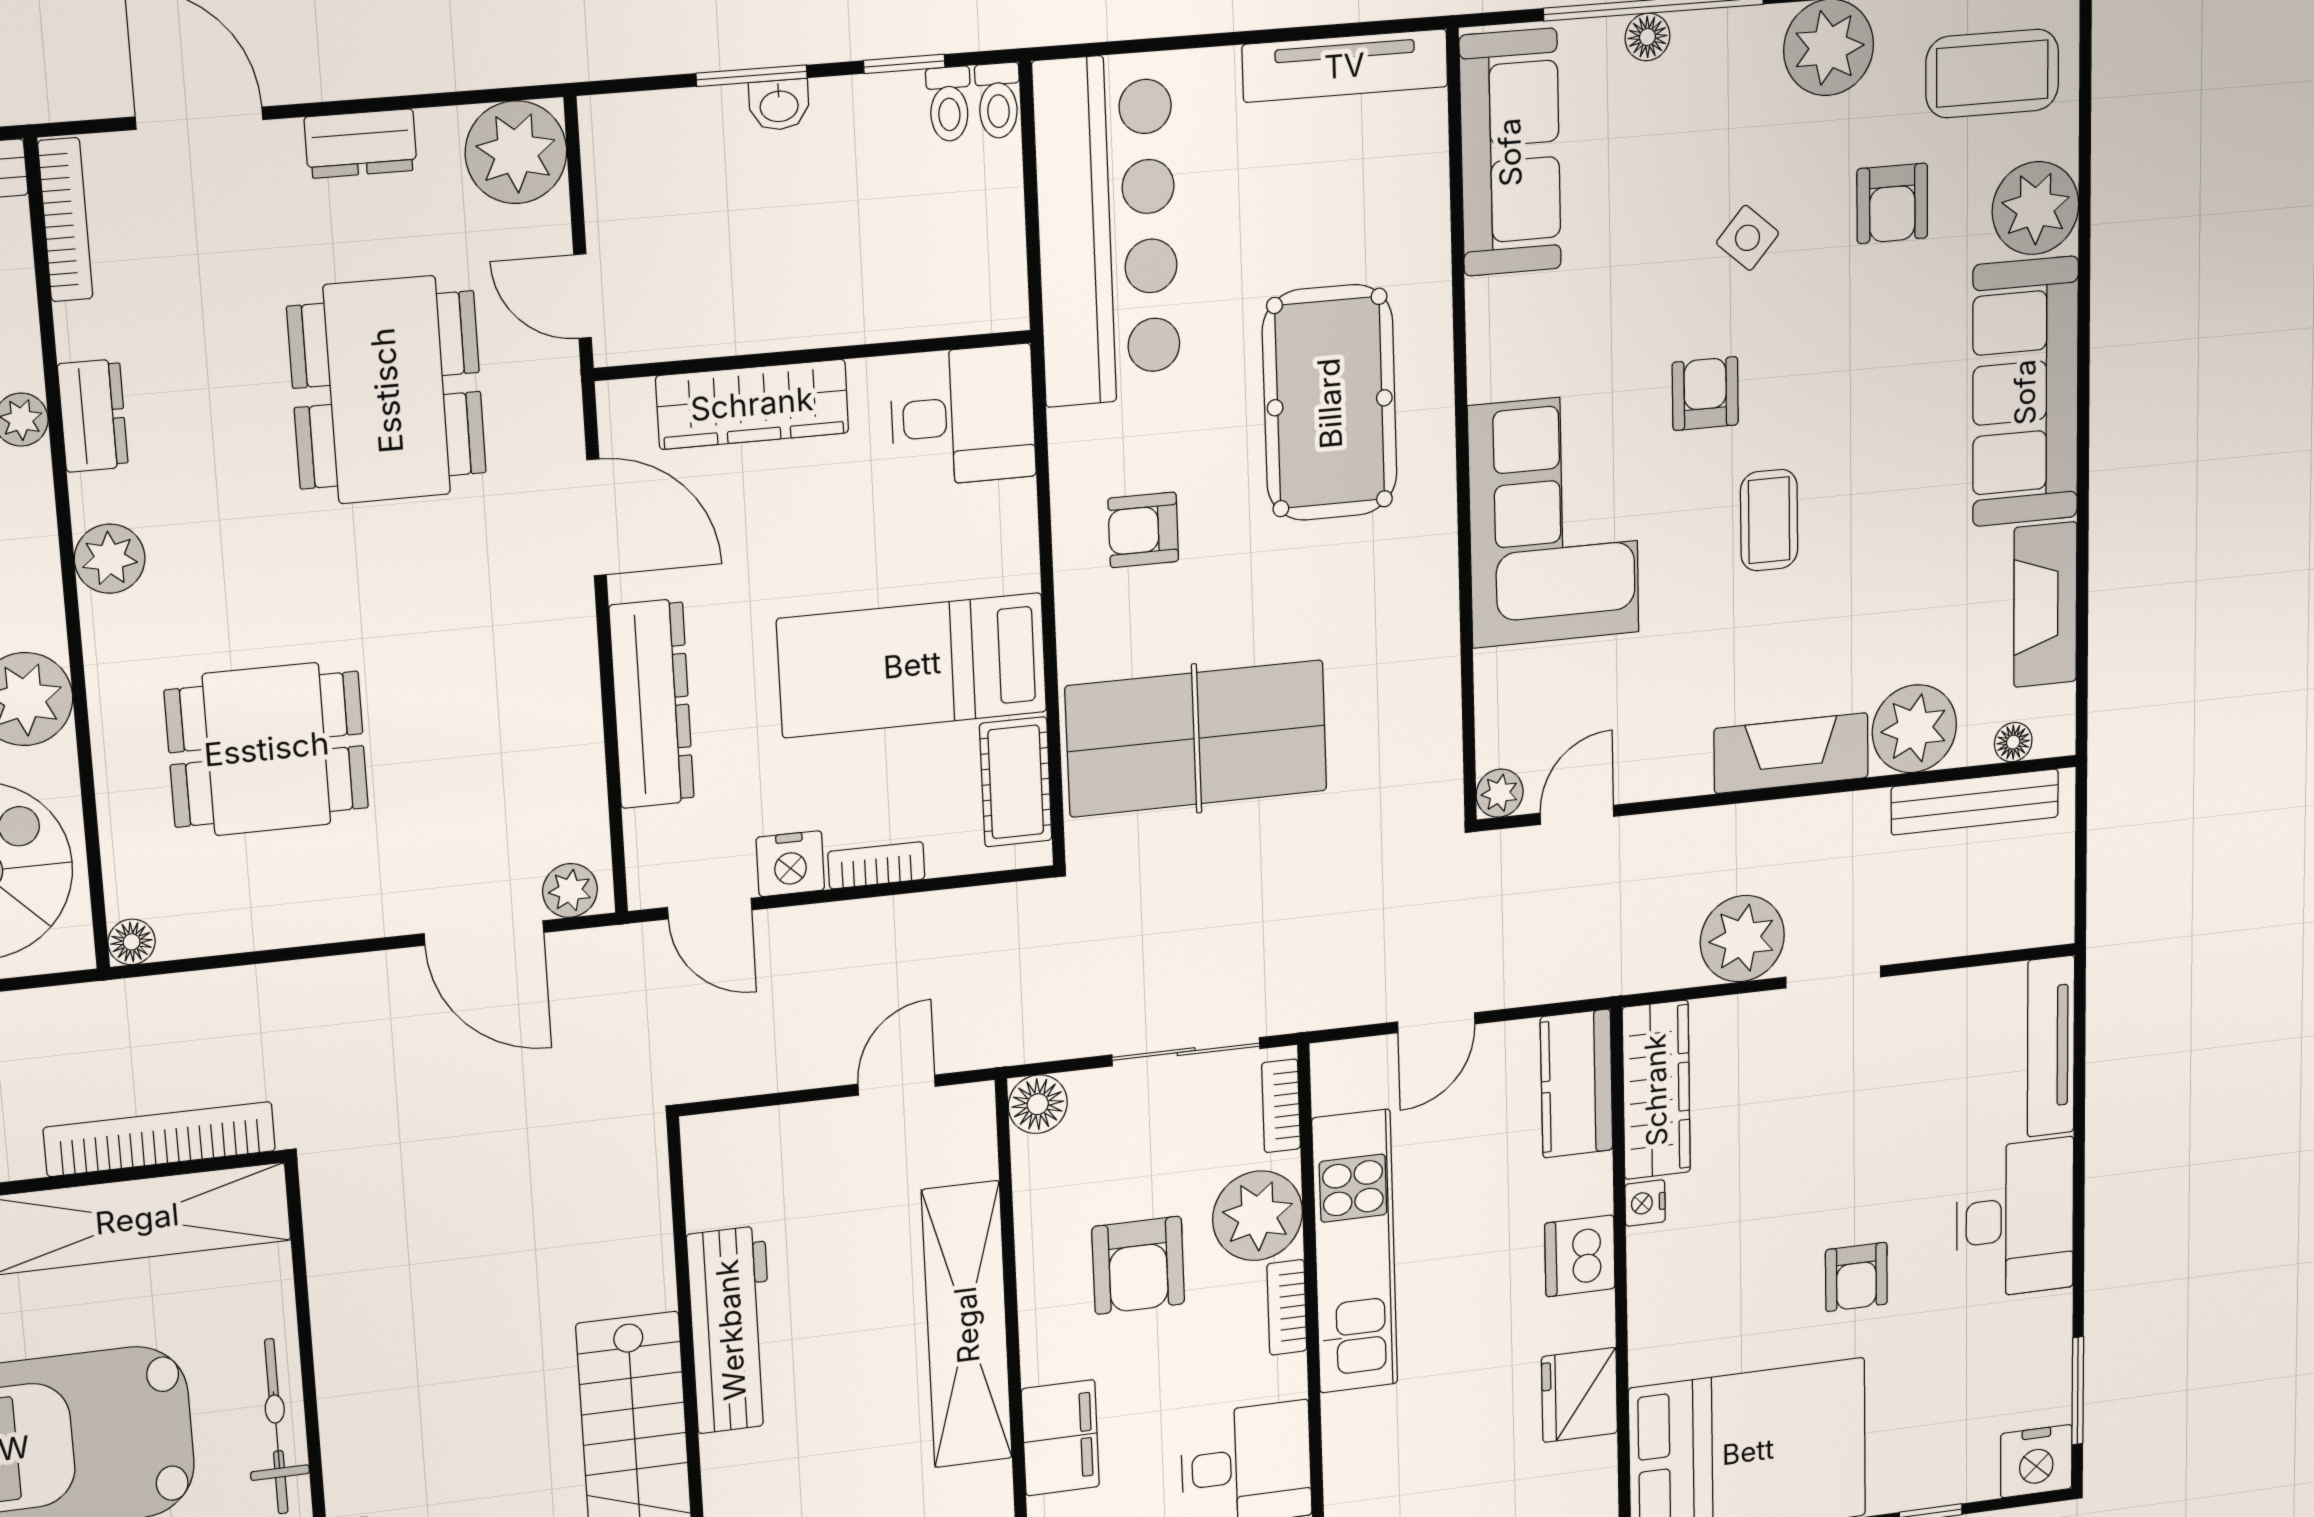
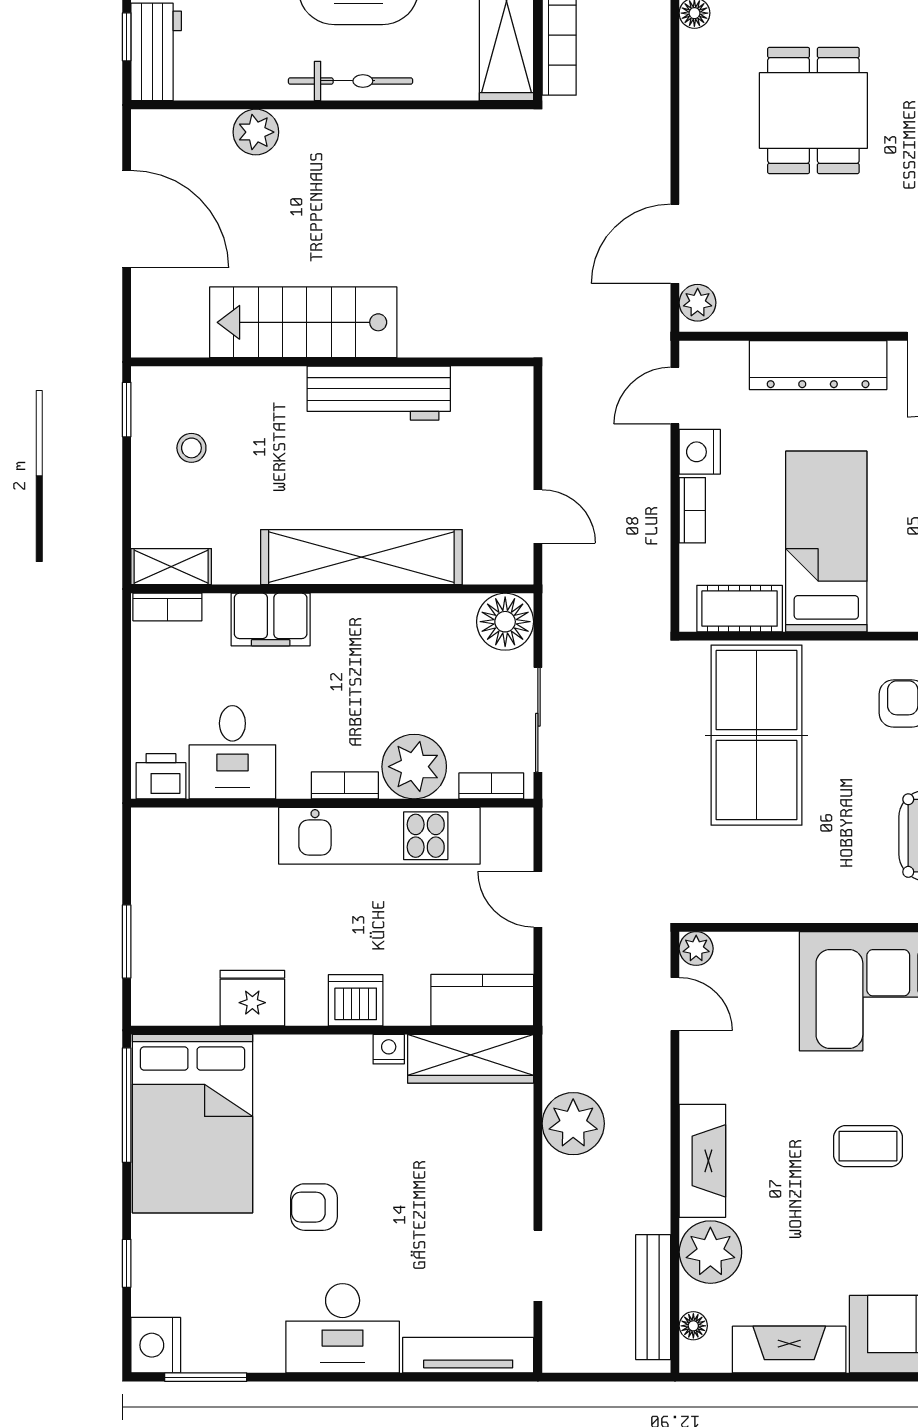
doorway: (1833, 977) -> (538, 1266), moved
floor lamp: (1038, 1104) -> (505, 622), width x1.38, depth x1.38
armchair: (1138, 1265) -> (389, 680), removed

